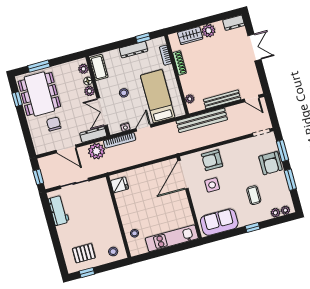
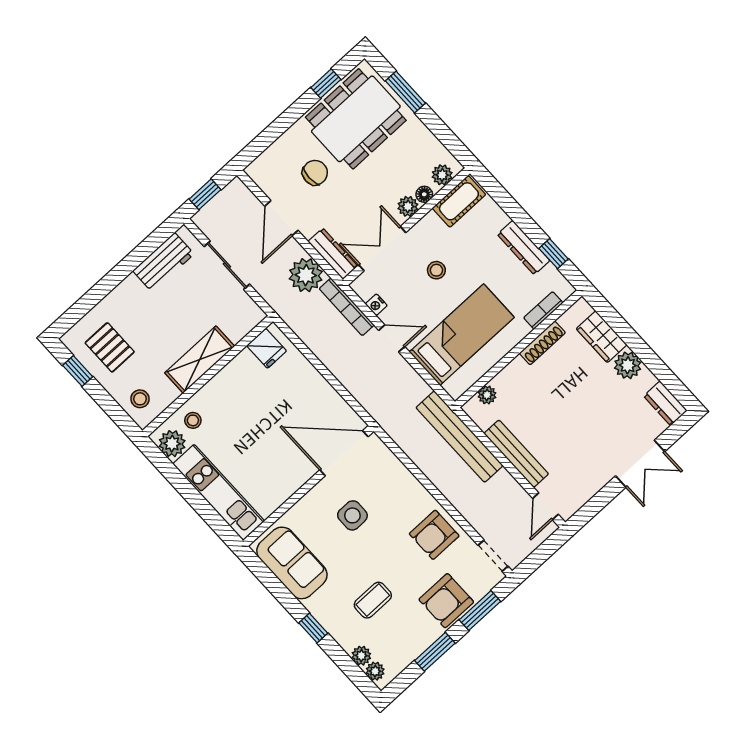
armchair: (212, 160) -> (434, 535), moved, turned -90
shelving: (109, 217) -> (200, 360), added
plant: (140, 248) -> (172, 444), added

